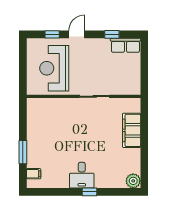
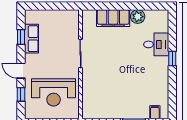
row of seats: (125, 45) -> (31, 39), moved
desk: (82, 175) -> (156, 44), moved
plant: (133, 181) -> (138, 17), moved

